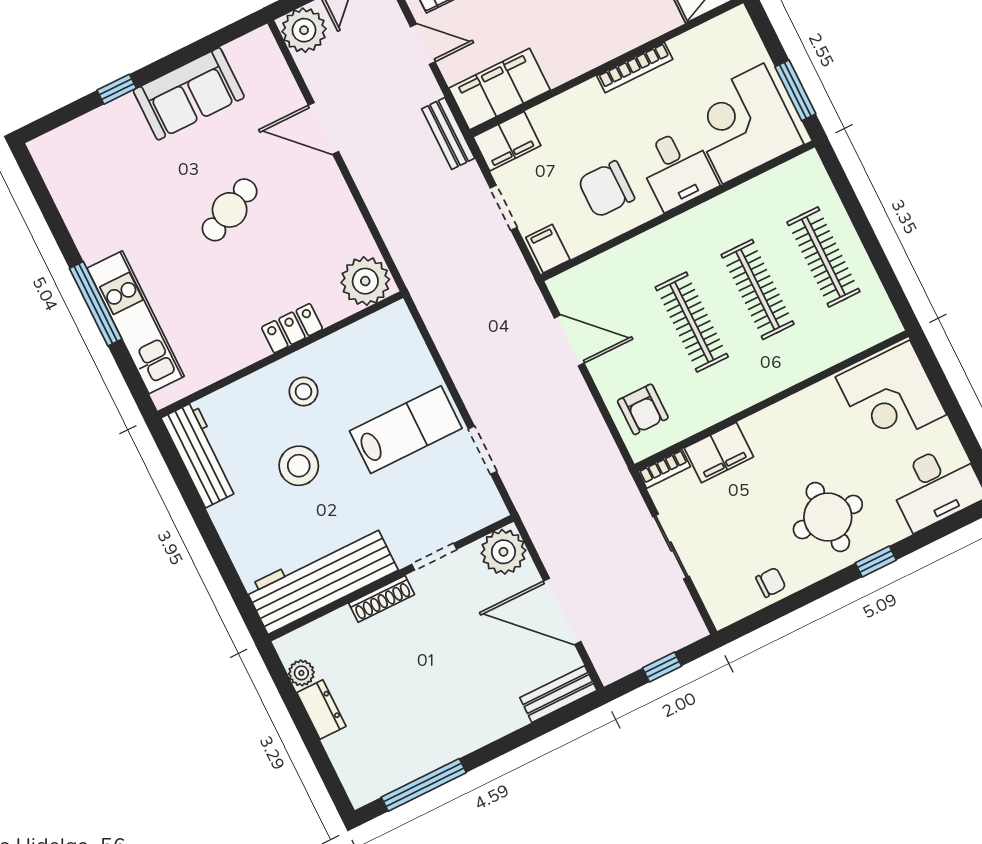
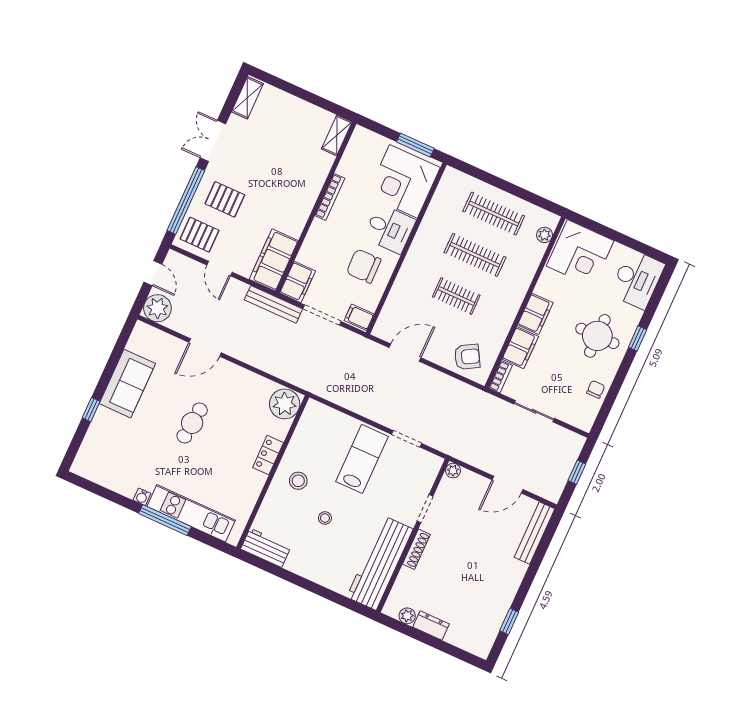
door: (423, 44) -> (220, 269), swing flipped
bench: (448, 133) -> (273, 304), width x1.36
chair: (606, 189) -> (364, 266), turned 89
doorway: (504, 208) -> (322, 315), width x1.38
cafe table: (230, 210) -> (192, 423), turned 31
water cooler: (91, 251) -> (142, 497), added
clothes rail: (692, 322) -> (456, 296), width x0.73
plant: (865, 336) -> (545, 235), added
armchair: (643, 409) -> (467, 357), turned -30
filing cabinet: (772, 425) -> (535, 314), added
workbench: (200, 455) -> (266, 548), width x0.73
stool: (299, 466) -> (325, 518), width x0.53, depth x0.53
plant: (503, 552) -> (453, 471), width x0.53, depth x0.53
door: (562, 611) -> (507, 485), width x0.73
bench: (558, 694) -> (535, 533), width x1.36
window: (424, 785) -> (509, 621), width x0.46

